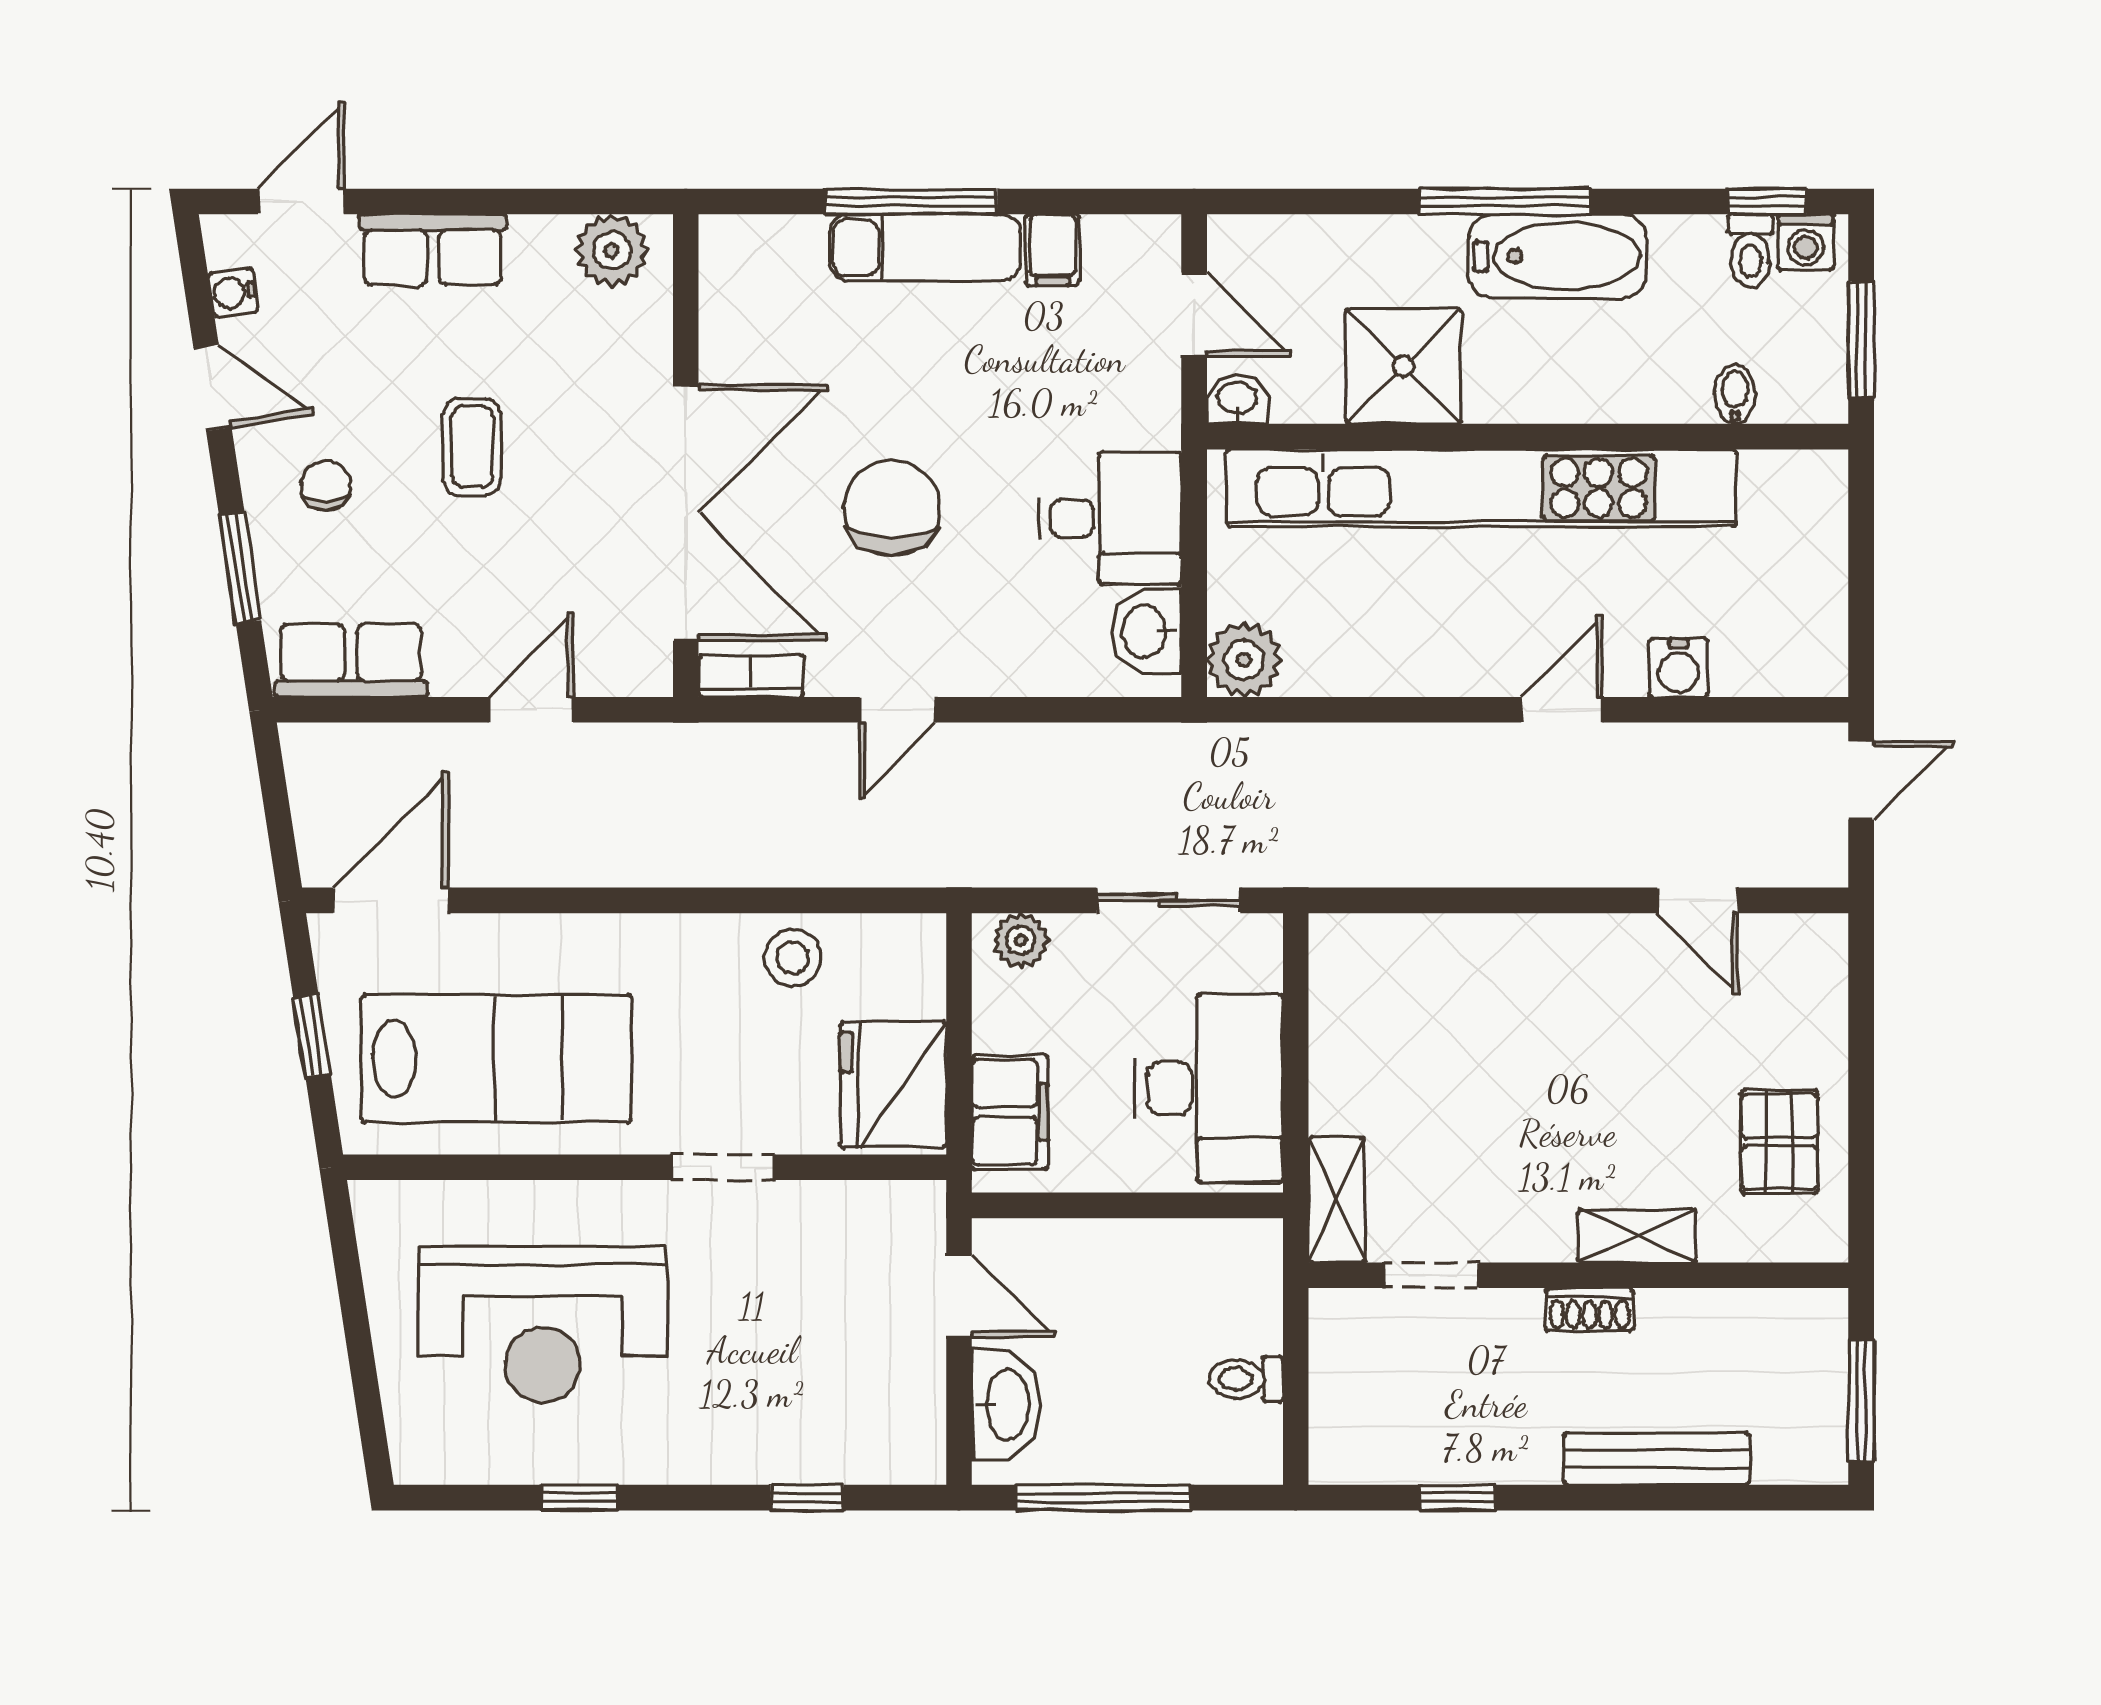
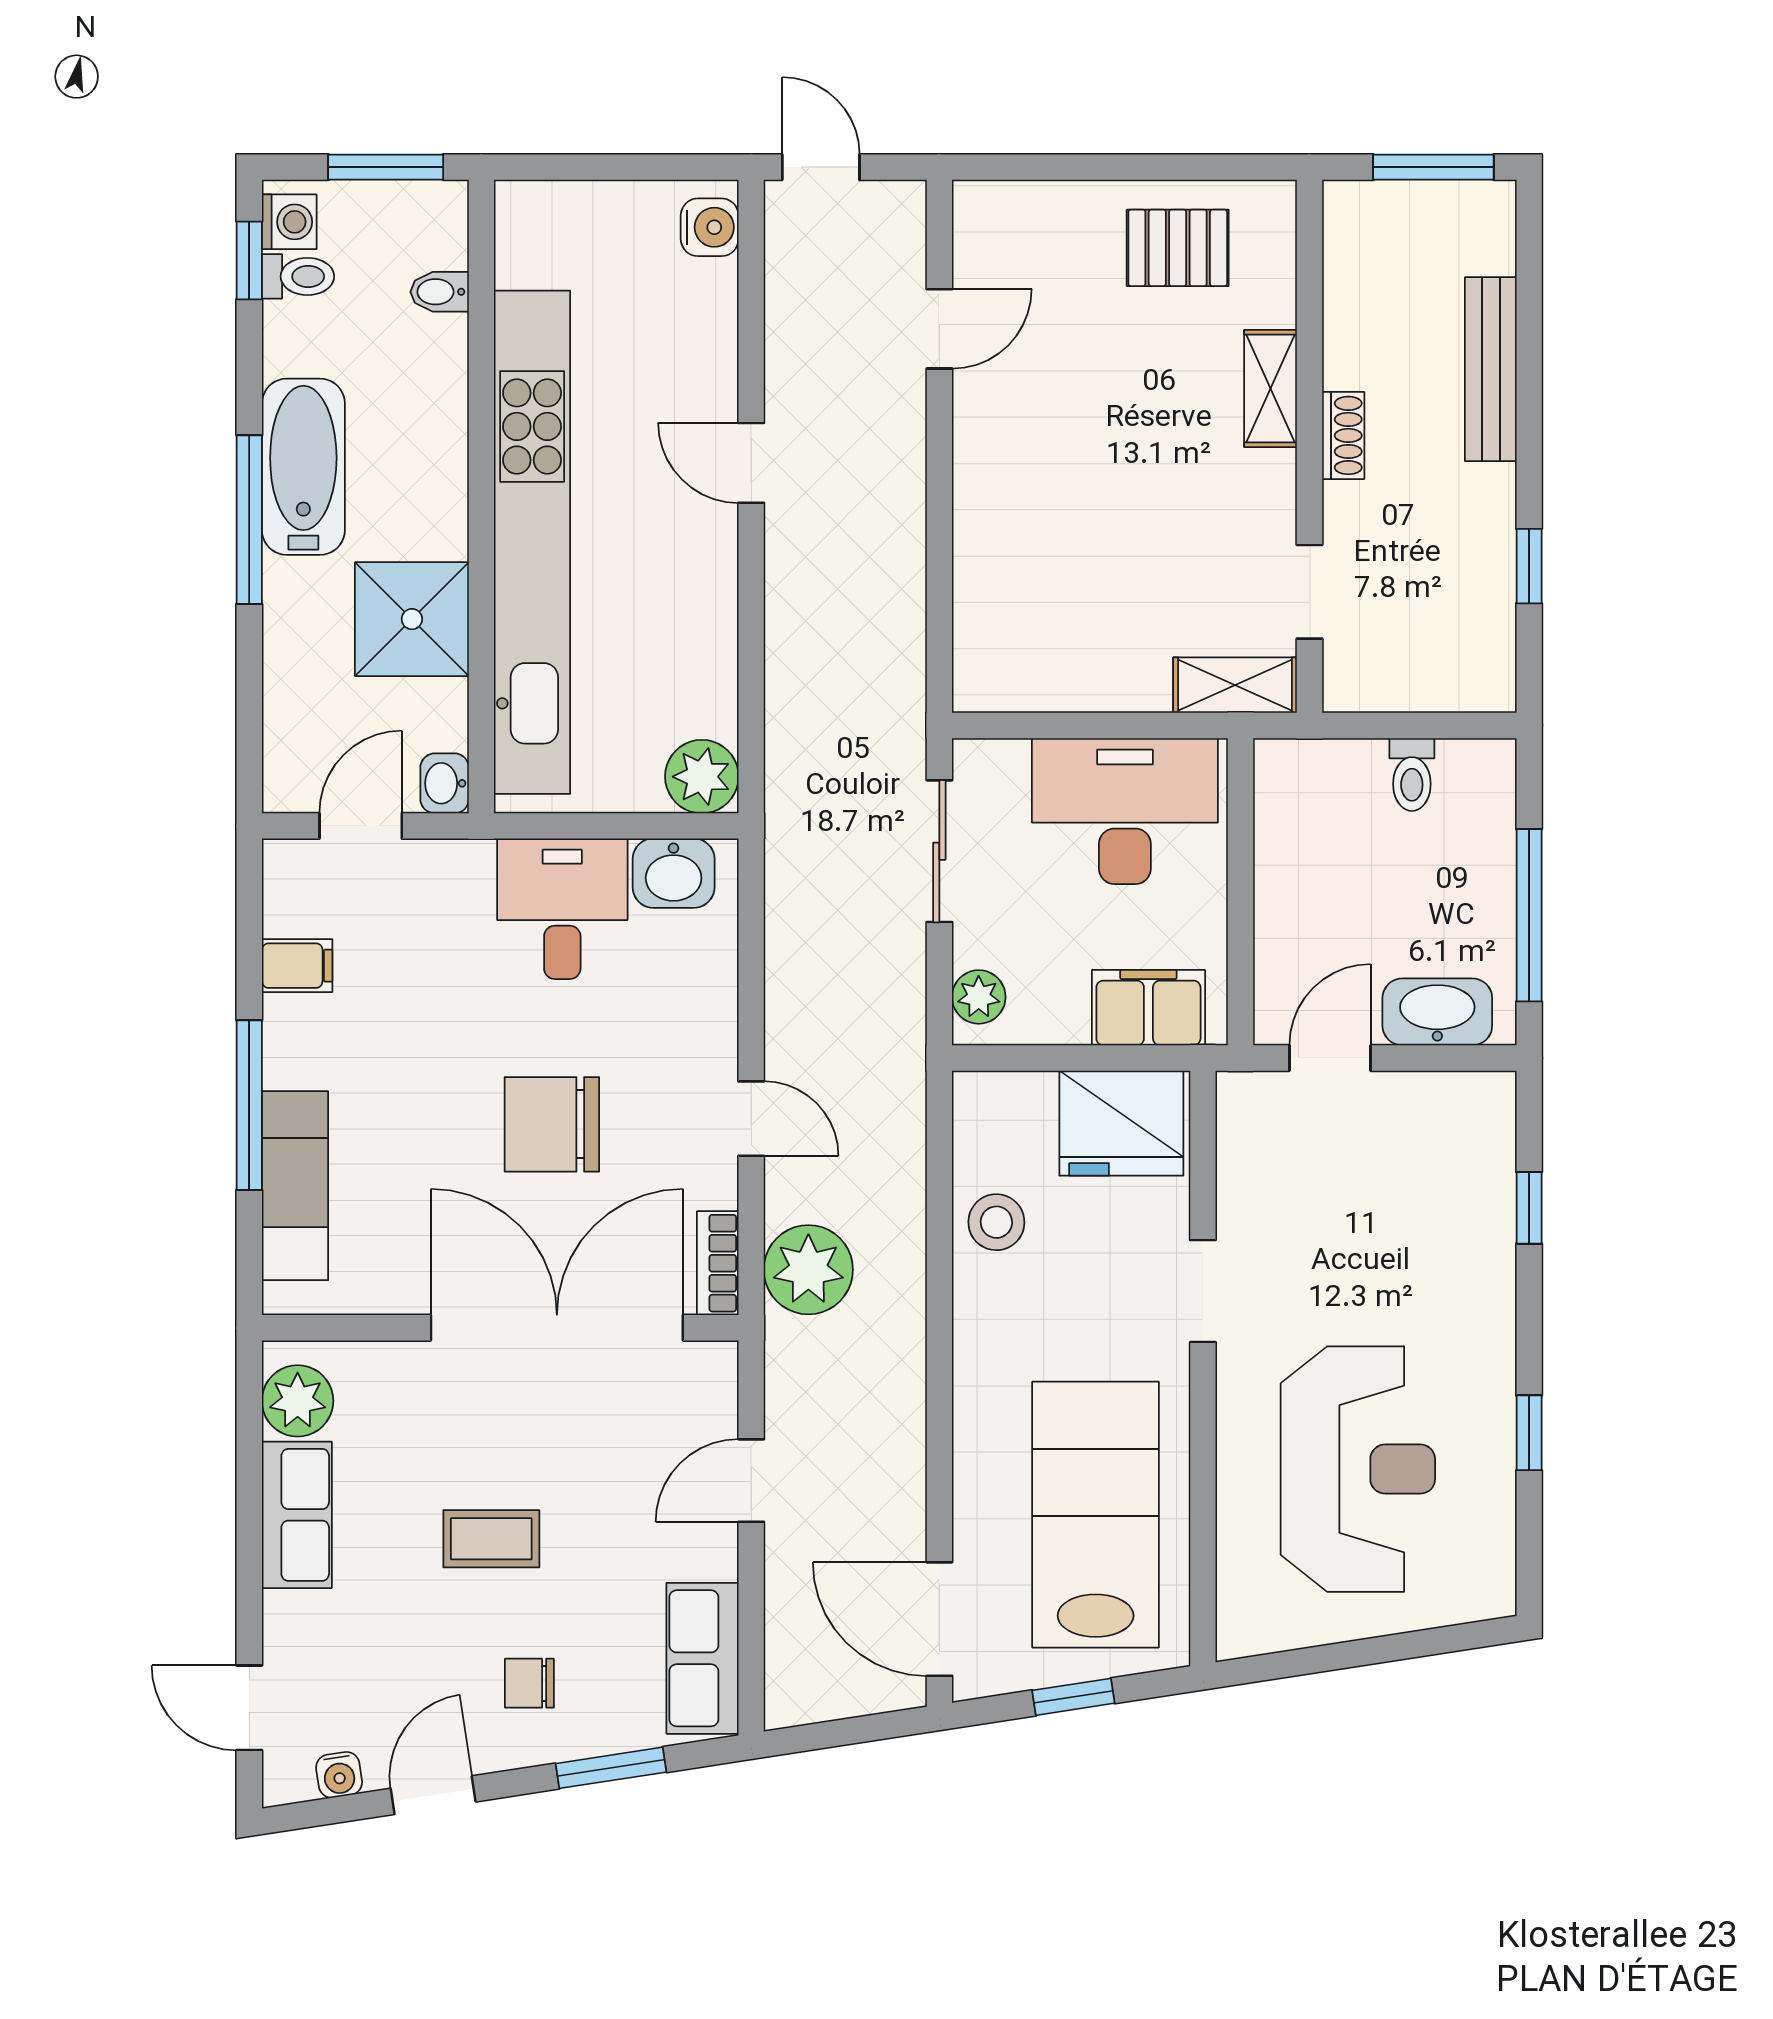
exam couch: (925, 248) -> (295, 1186), moved
row of seats: (433, 250) -> (297, 1515), moved
water cooler: (1678, 668) -> (710, 227), moved
door: (531, 710) -> (751, 1481), hinge flipped
plant: (745, 768) -> (808, 1270), added

